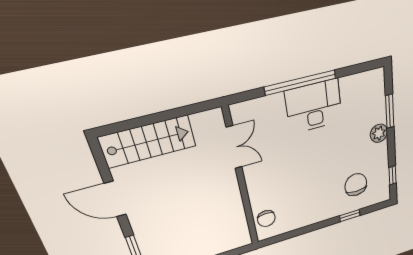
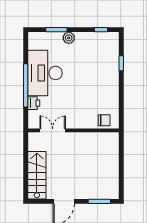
printer: (273, 104) -> (34, 103), added
desk: (314, 106) -> (45, 73), width x1.36, depth x1.30
chair: (356, 185) -> (100, 57), removed

